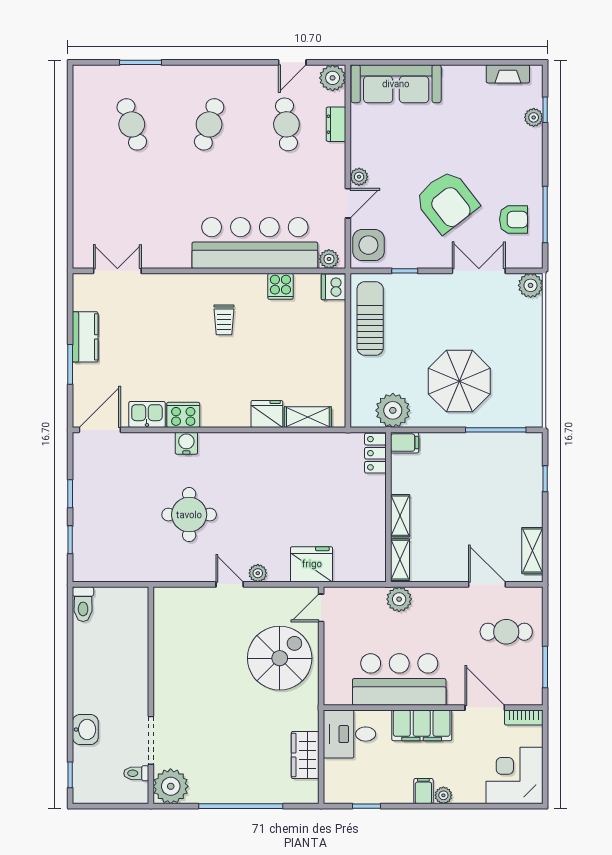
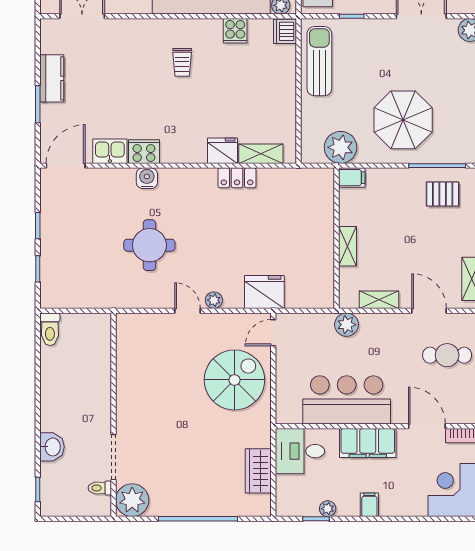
locker: (375, 453) -> (237, 178), moved, turned -90
pallet: (501, 460) -> (443, 194), added
shelving: (400, 560) -> (379, 300), moved, turned 90
plant: (443, 795) -> (328, 509), moved

